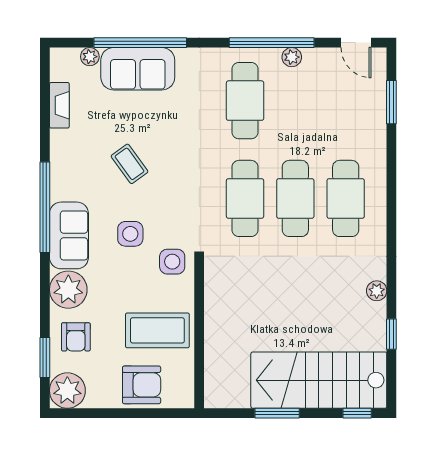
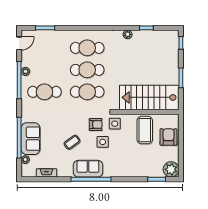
sofa: (69, 235) -> (88, 169), moved
plant: (68, 290) -> (127, 169), removed
armchair: (76, 337) -> (96, 124), moved
stairs: (319, 380) -> (149, 97), moved, turned 90

